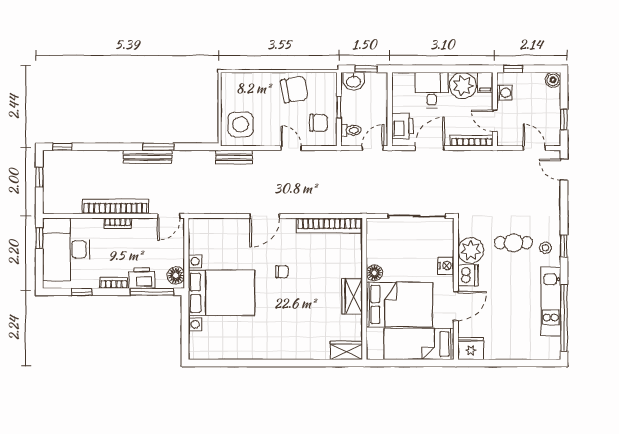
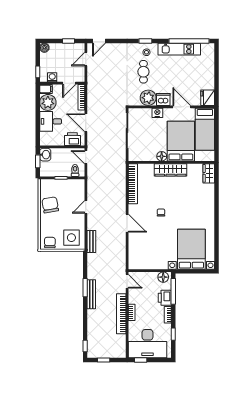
washbasin: (354, 81) -> (45, 155), moved
chair: (318, 123) -> (50, 242), moved
bed with nightstands: (221, 293) -> (191, 249), moved
wardrobe: (352, 296) -> (171, 170), width x1.50

